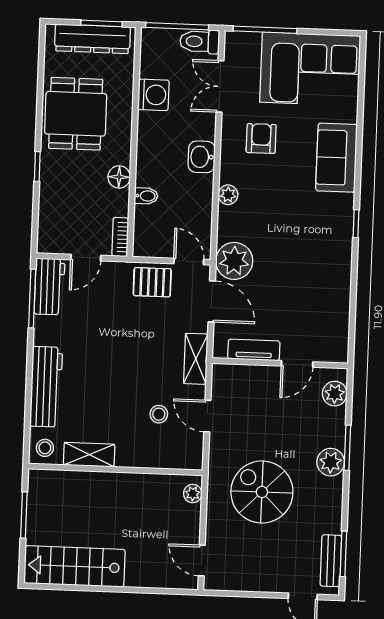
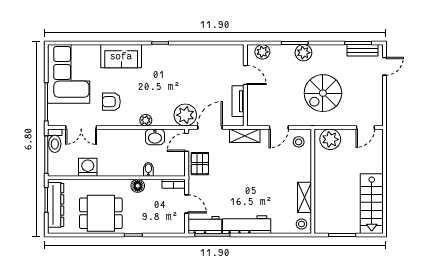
washbasin: (202, 157) -> (155, 137), moved
workbench: (46, 387) -> (247, 225), moved
stool: (159, 414) -> (299, 142), moved
plant: (193, 494) -> (330, 139), width x1.87, depth x1.87

